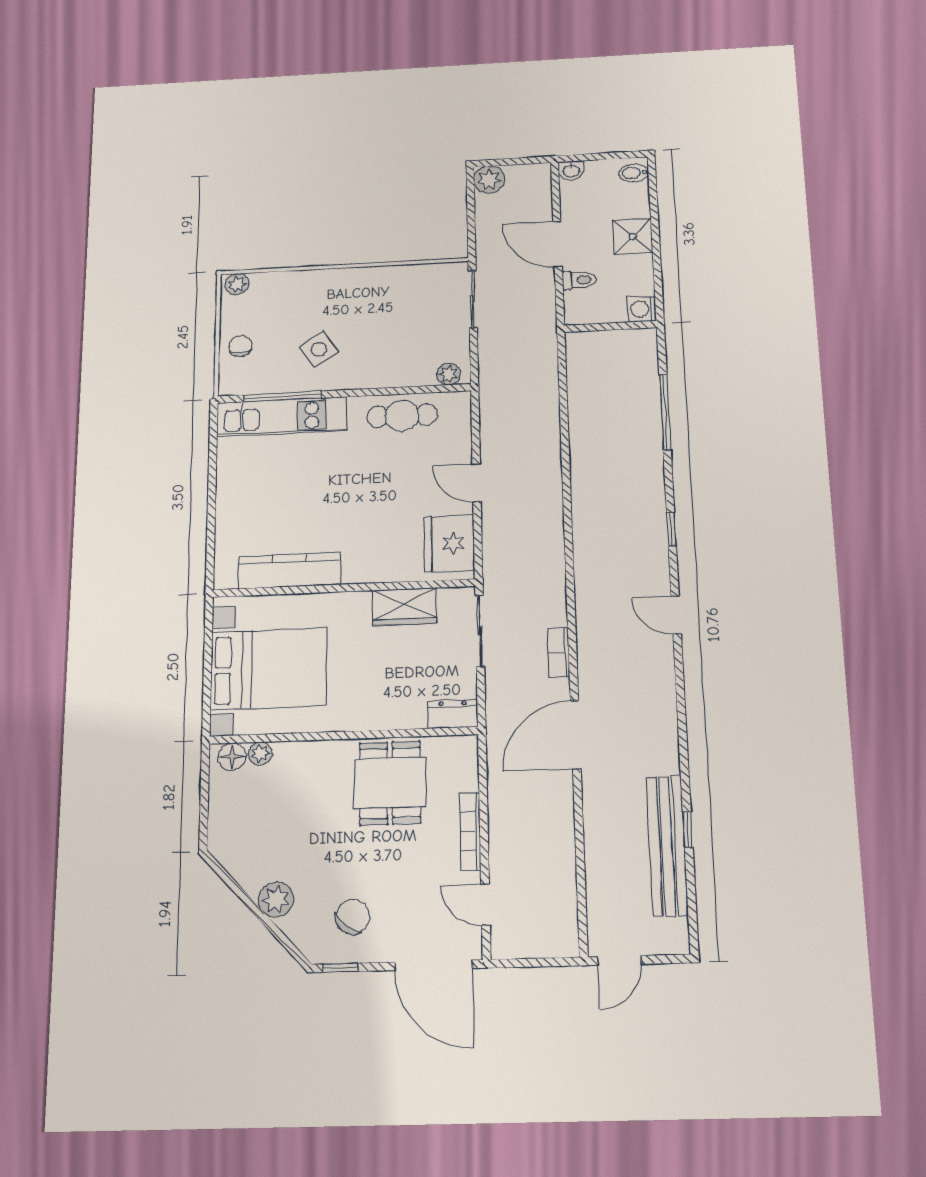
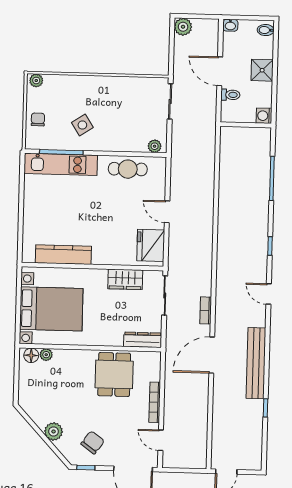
dresser: (453, 714) -> (143, 340), width x1.44
bench: (667, 845) -> (256, 363), moved

